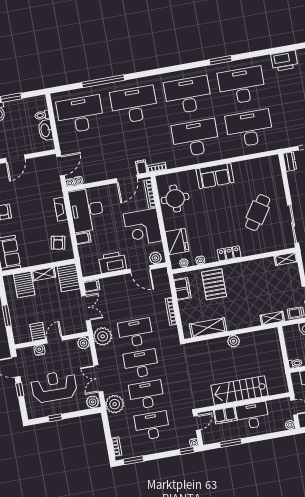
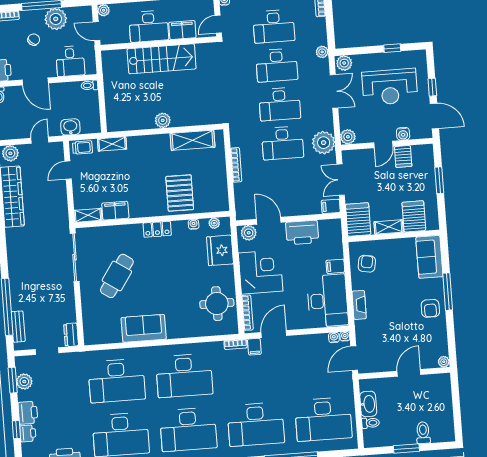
sofa: (215, 176) -> (144, 328), moved
filing cabinet: (182, 289) -> (115, 211), moved, turned 90
plant: (115, 404) -> (322, 52), width x0.53, depth x0.53

